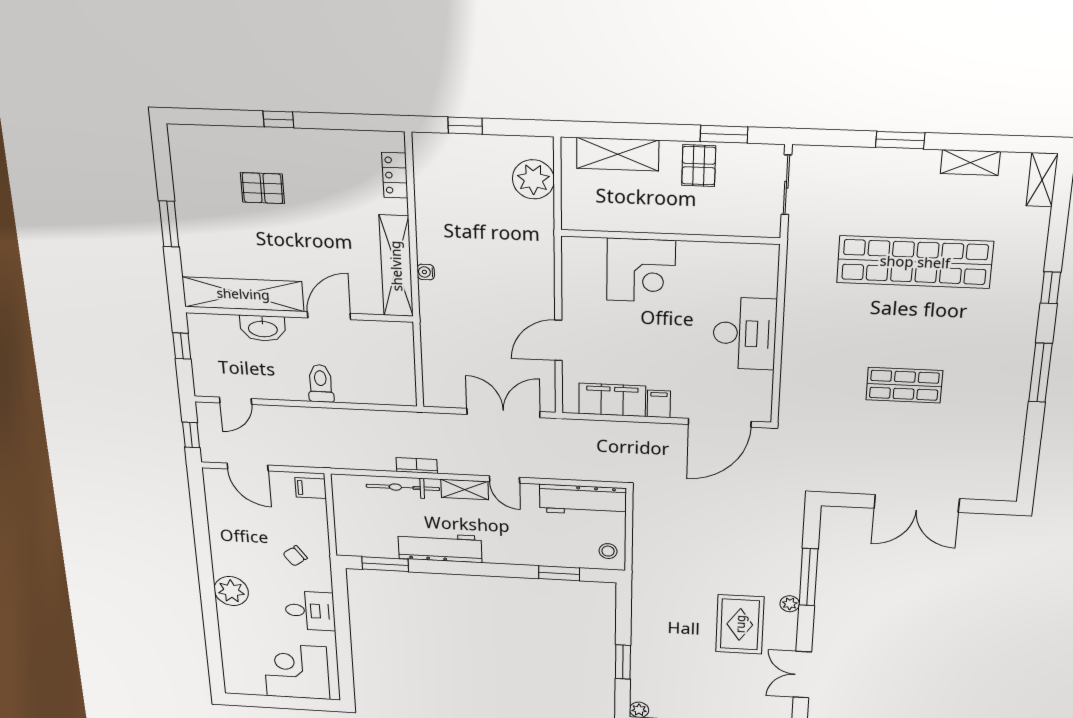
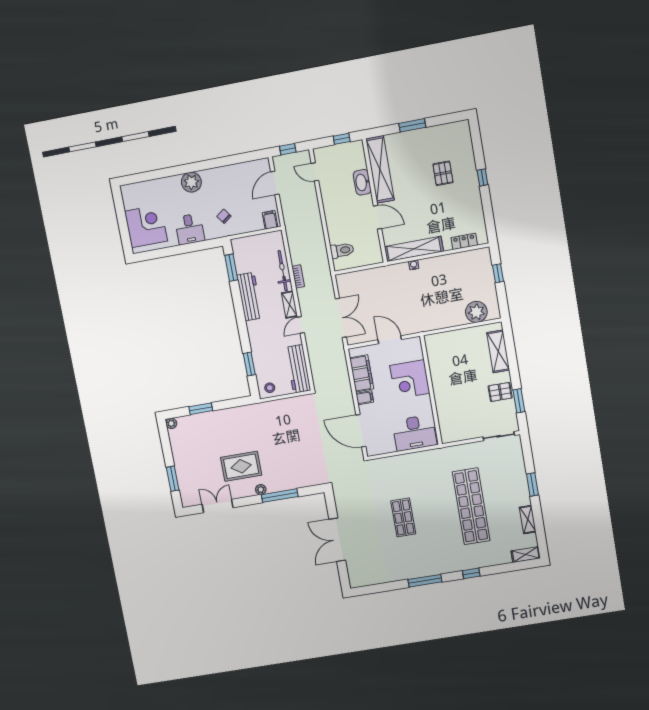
wall: (670, 237) -> (431, 390), moved
corner desk: (641, 270) -> (410, 379), moved
toilet: (321, 383) -> (342, 250), moved

